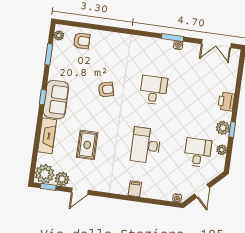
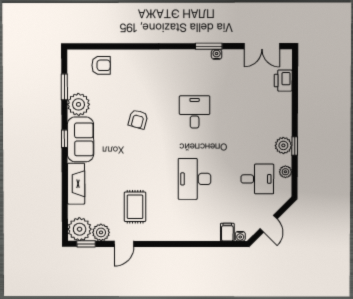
plant: (59, 35) -> (79, 104), moved, width x1.88, depth x1.88
armchair: (106, 90) -> (138, 119), turned 119
printer: (226, 102) -> (283, 81), moved
rug: (87, 145) -> (135, 207), moved
desk: (198, 153) -> (257, 179), turned 90
filing cabinet: (135, 189) -> (227, 232), moved

